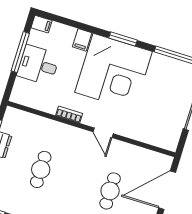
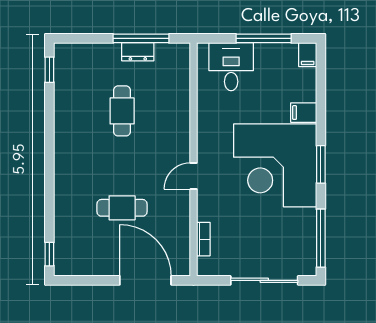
desk: (38, 65) -> (231, 67), moved
bookcase: (69, 114) -> (203, 239), moved
cafe table: (41, 169) -> (122, 111), turned 90

